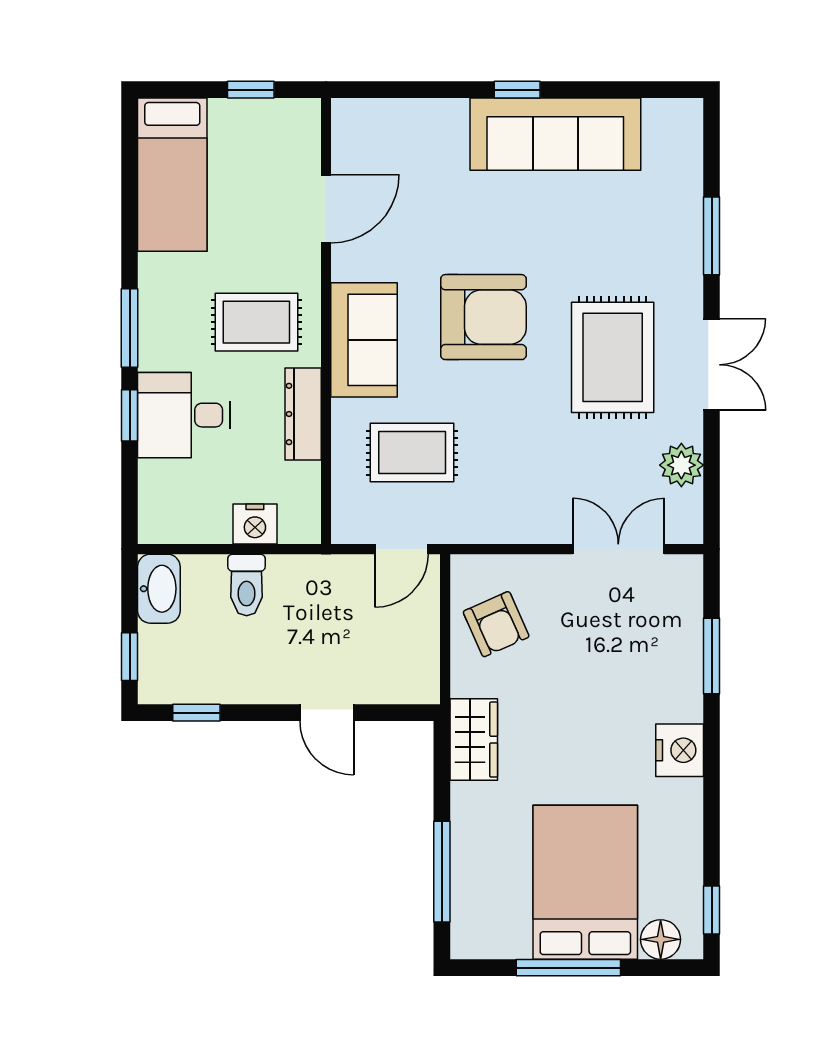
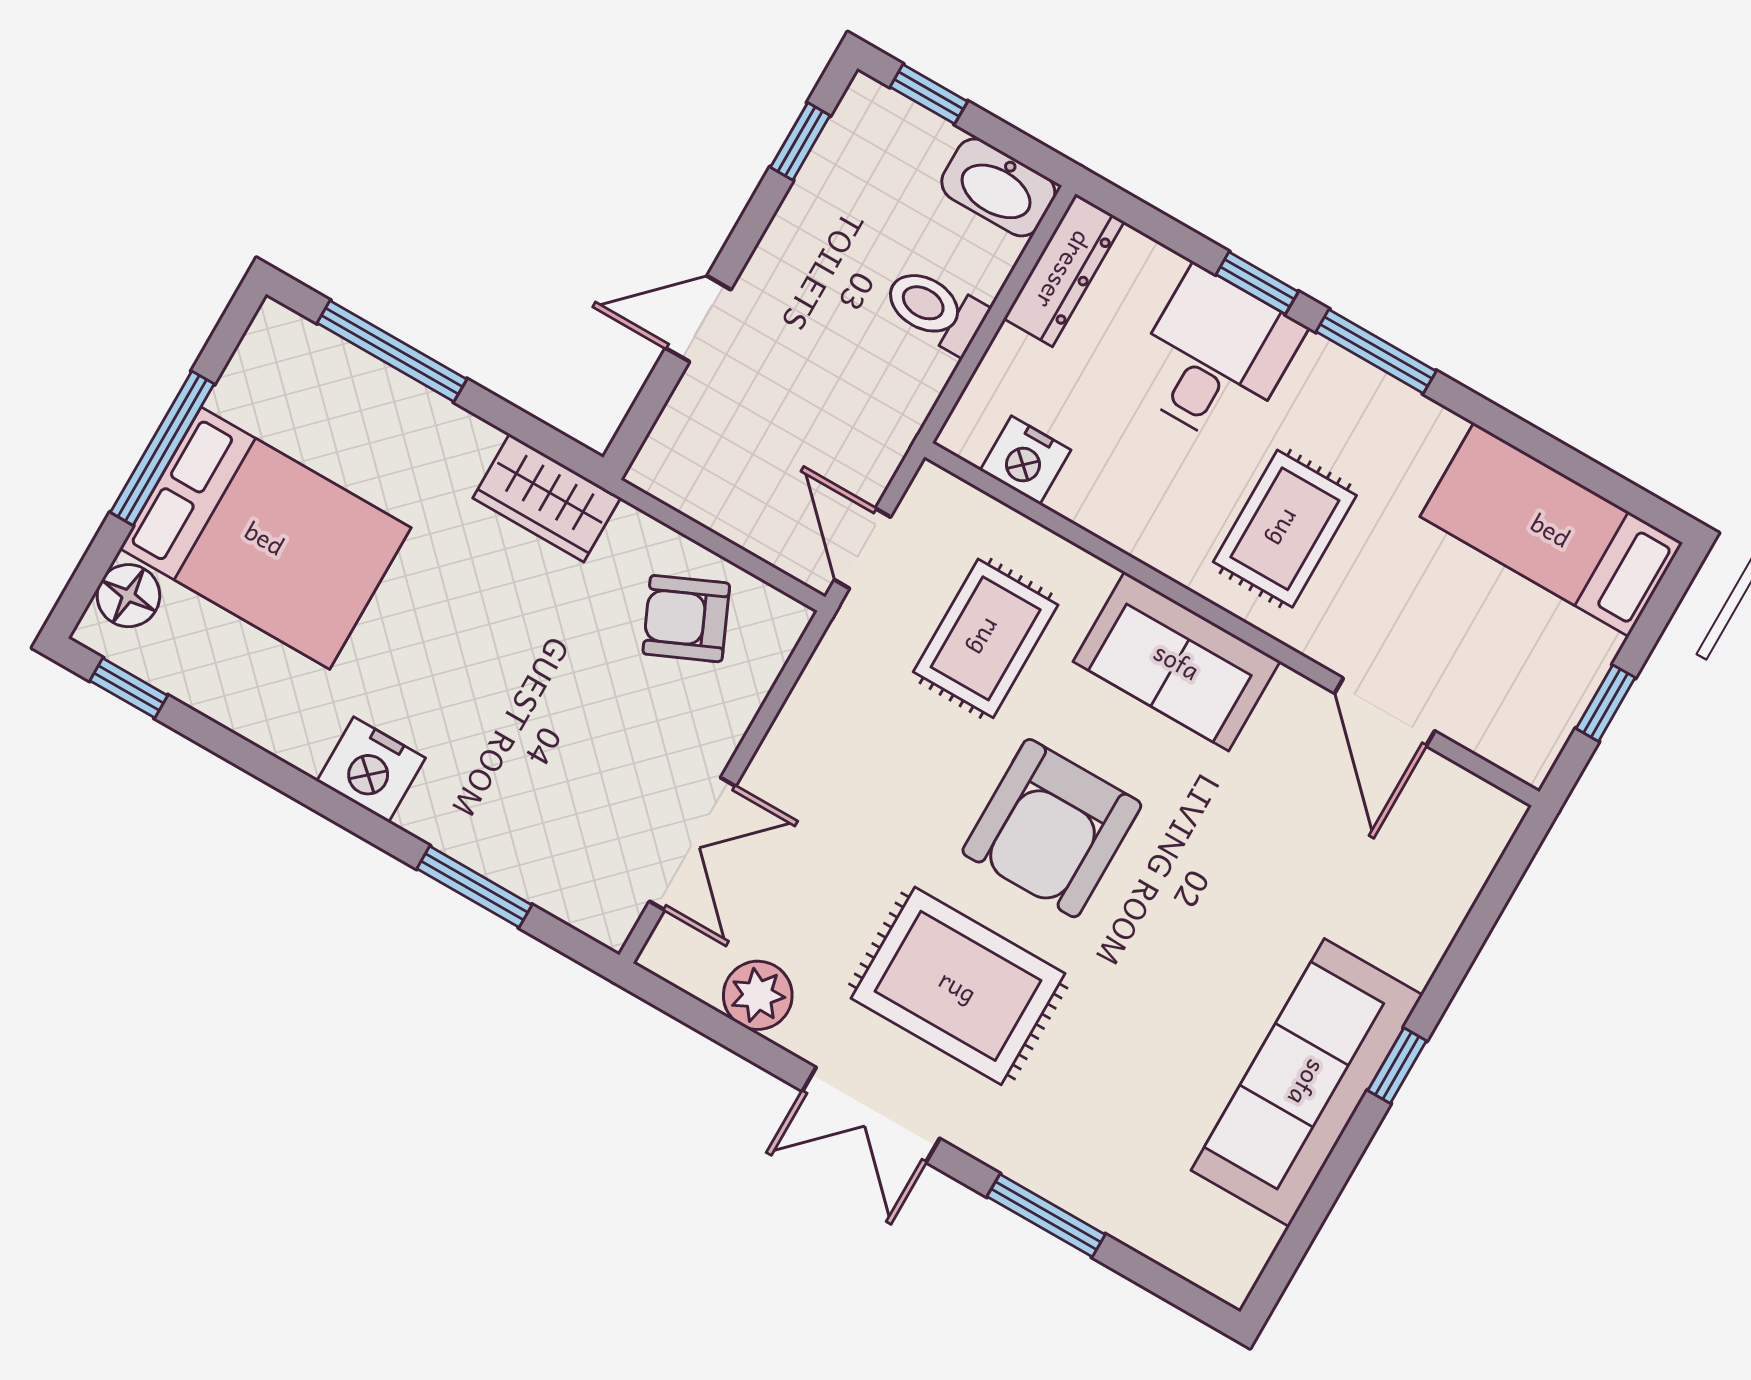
armchair: (483, 317) -> (1052, 828), moved
dresser: (303, 414) -> (1064, 270), moved, turned 90
nightstand: (255, 524) -> (1026, 460), moved, turned -90

